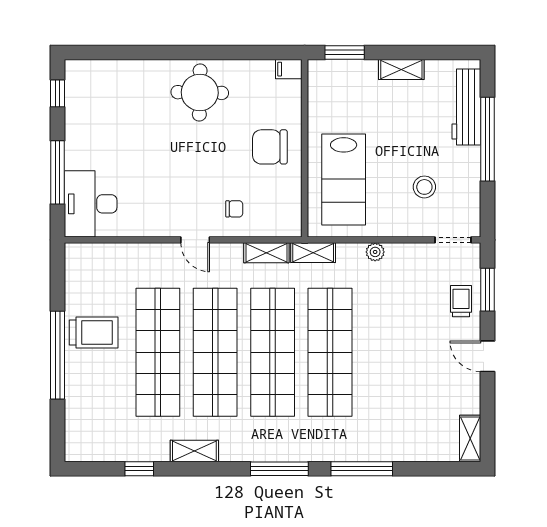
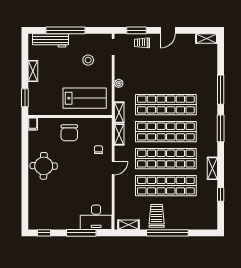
shelving: (75, 273) -> (129, 225), added

